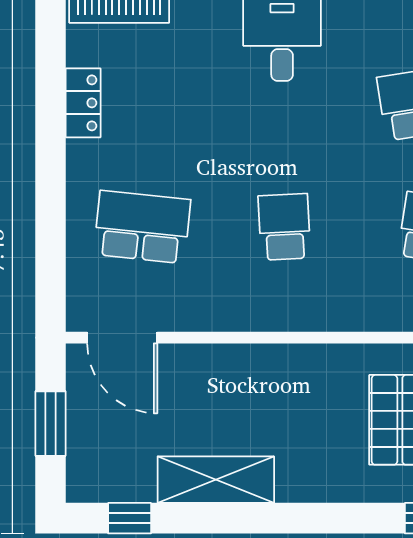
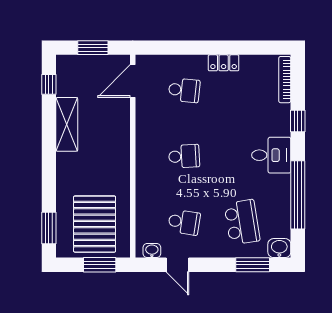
locker: (83, 103) -> (224, 63), moved
school desk: (142, 227) -> (184, 90), width x0.54

